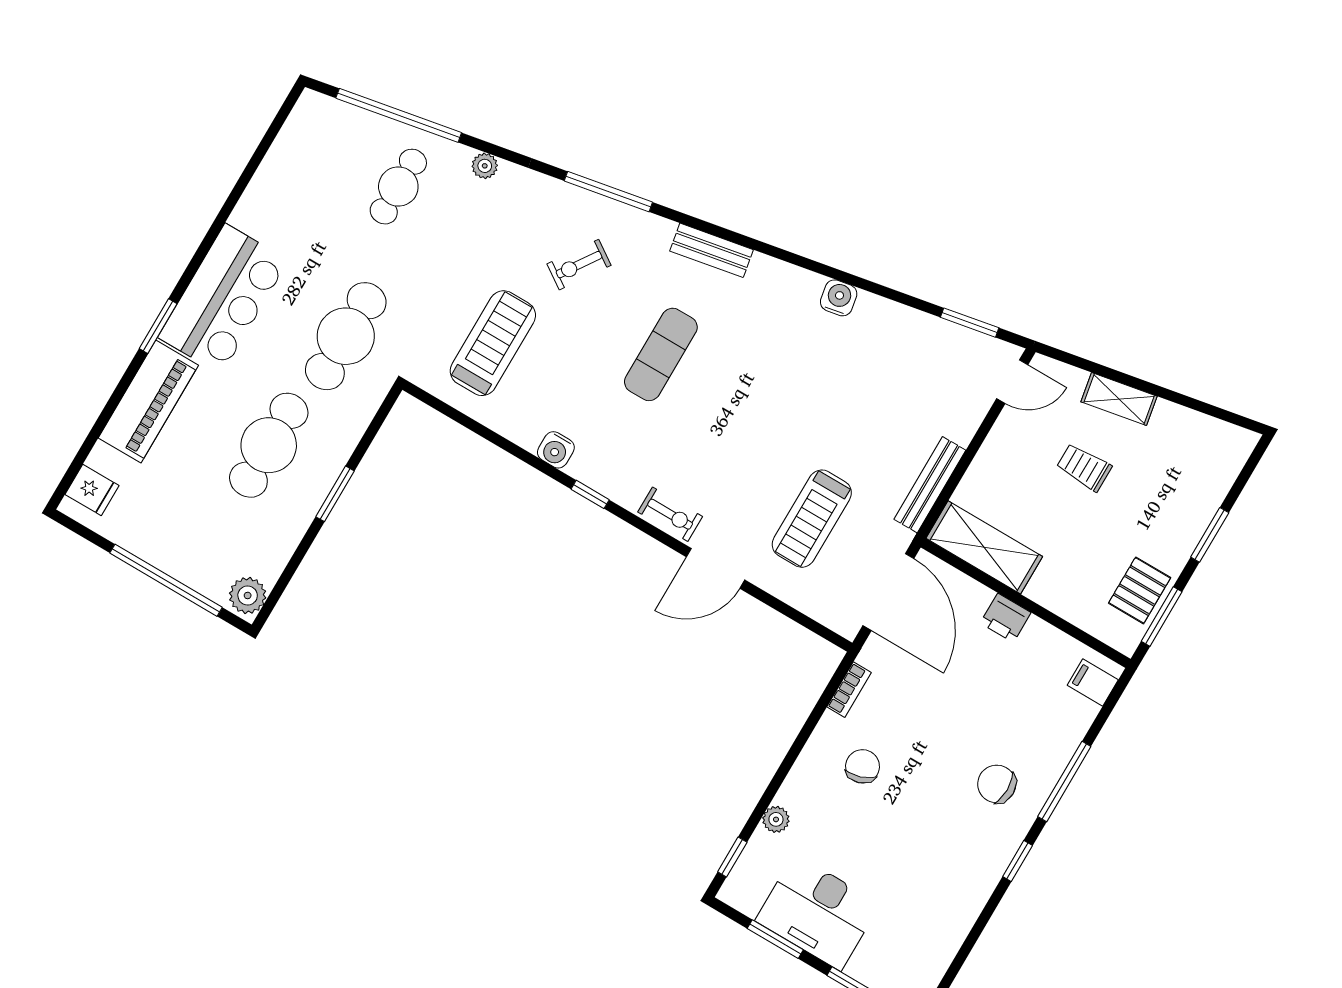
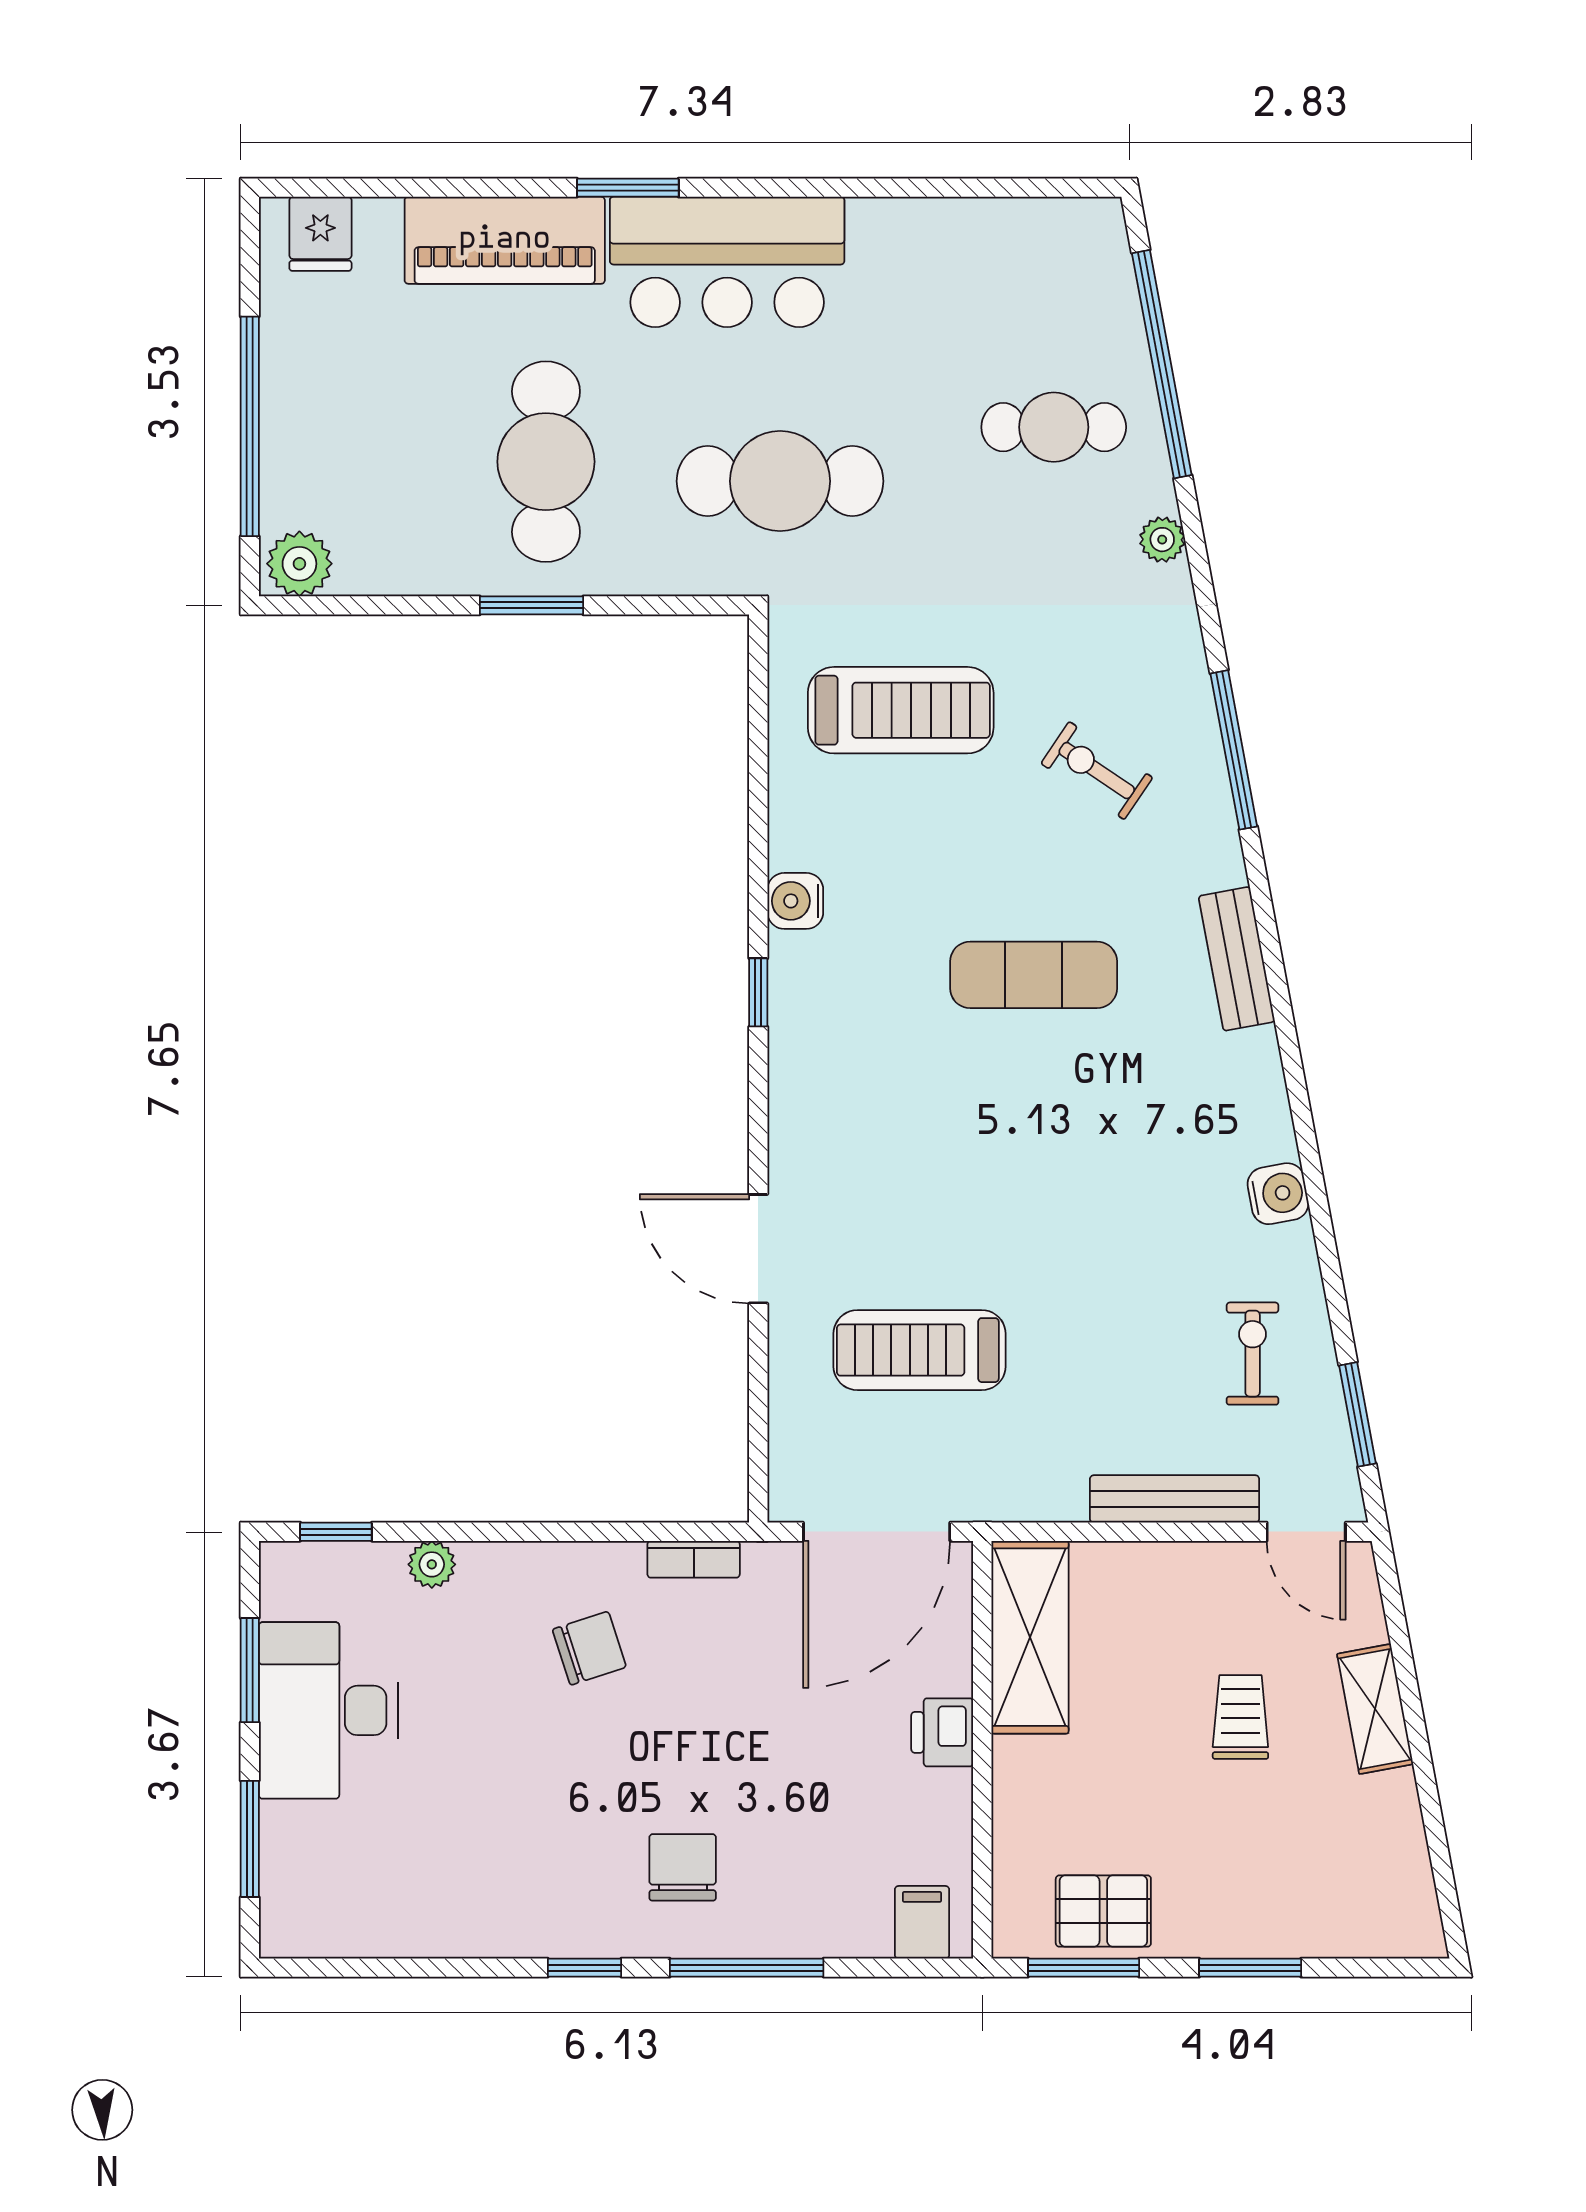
cafe table: (269, 445) -> (546, 462), turned 90
bench: (930, 485) -> (1175, 1499), moved
exercise bike: (670, 514) -> (1253, 1354), moved, turned 180

